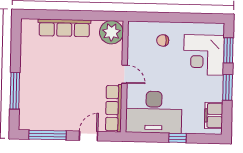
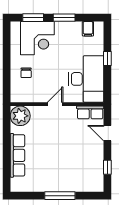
window: (15, 91) -> (60, 196), moved
row of seats: (114, 108) -> (90, 112), width x0.68
filing cabinet: (214, 116) -> (88, 29), width x0.50
window: (48, 135) -> (107, 167), width x0.46

